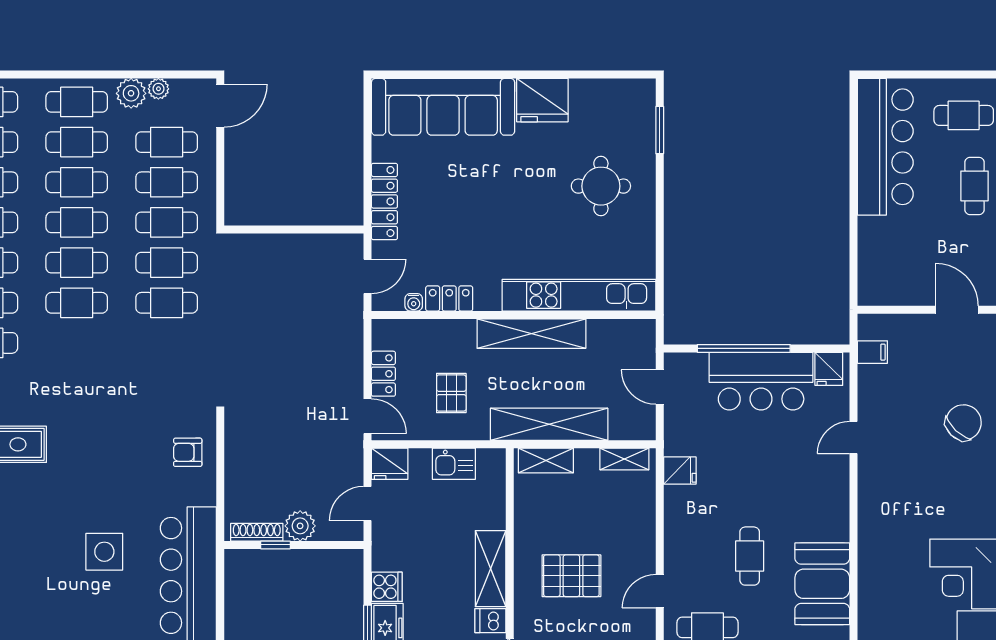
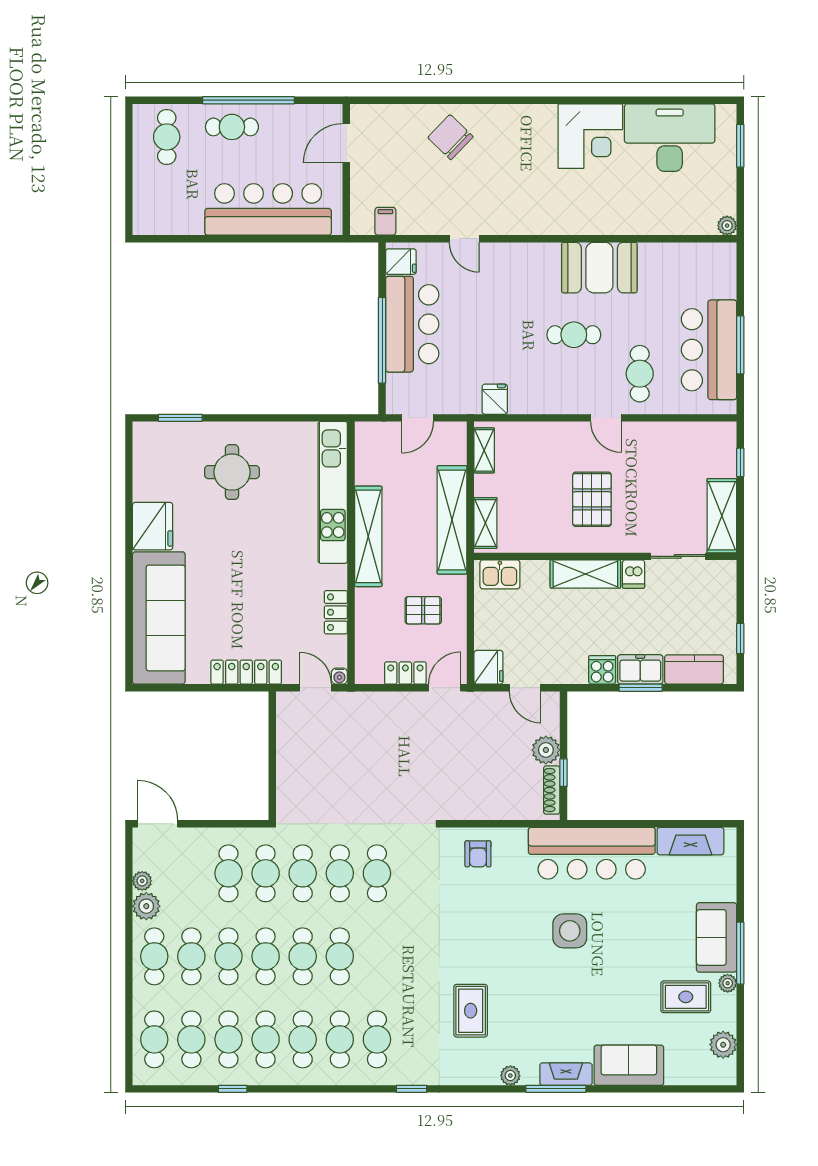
cafe table: (167, 142) -> (377, 873), moved
bar counter: (885, 147) -> (268, 209), moved
water cooler: (414, 302) -> (339, 676), moved, turned 90
kitchen sink: (454, 464) -> (500, 574), moved, turned 90

